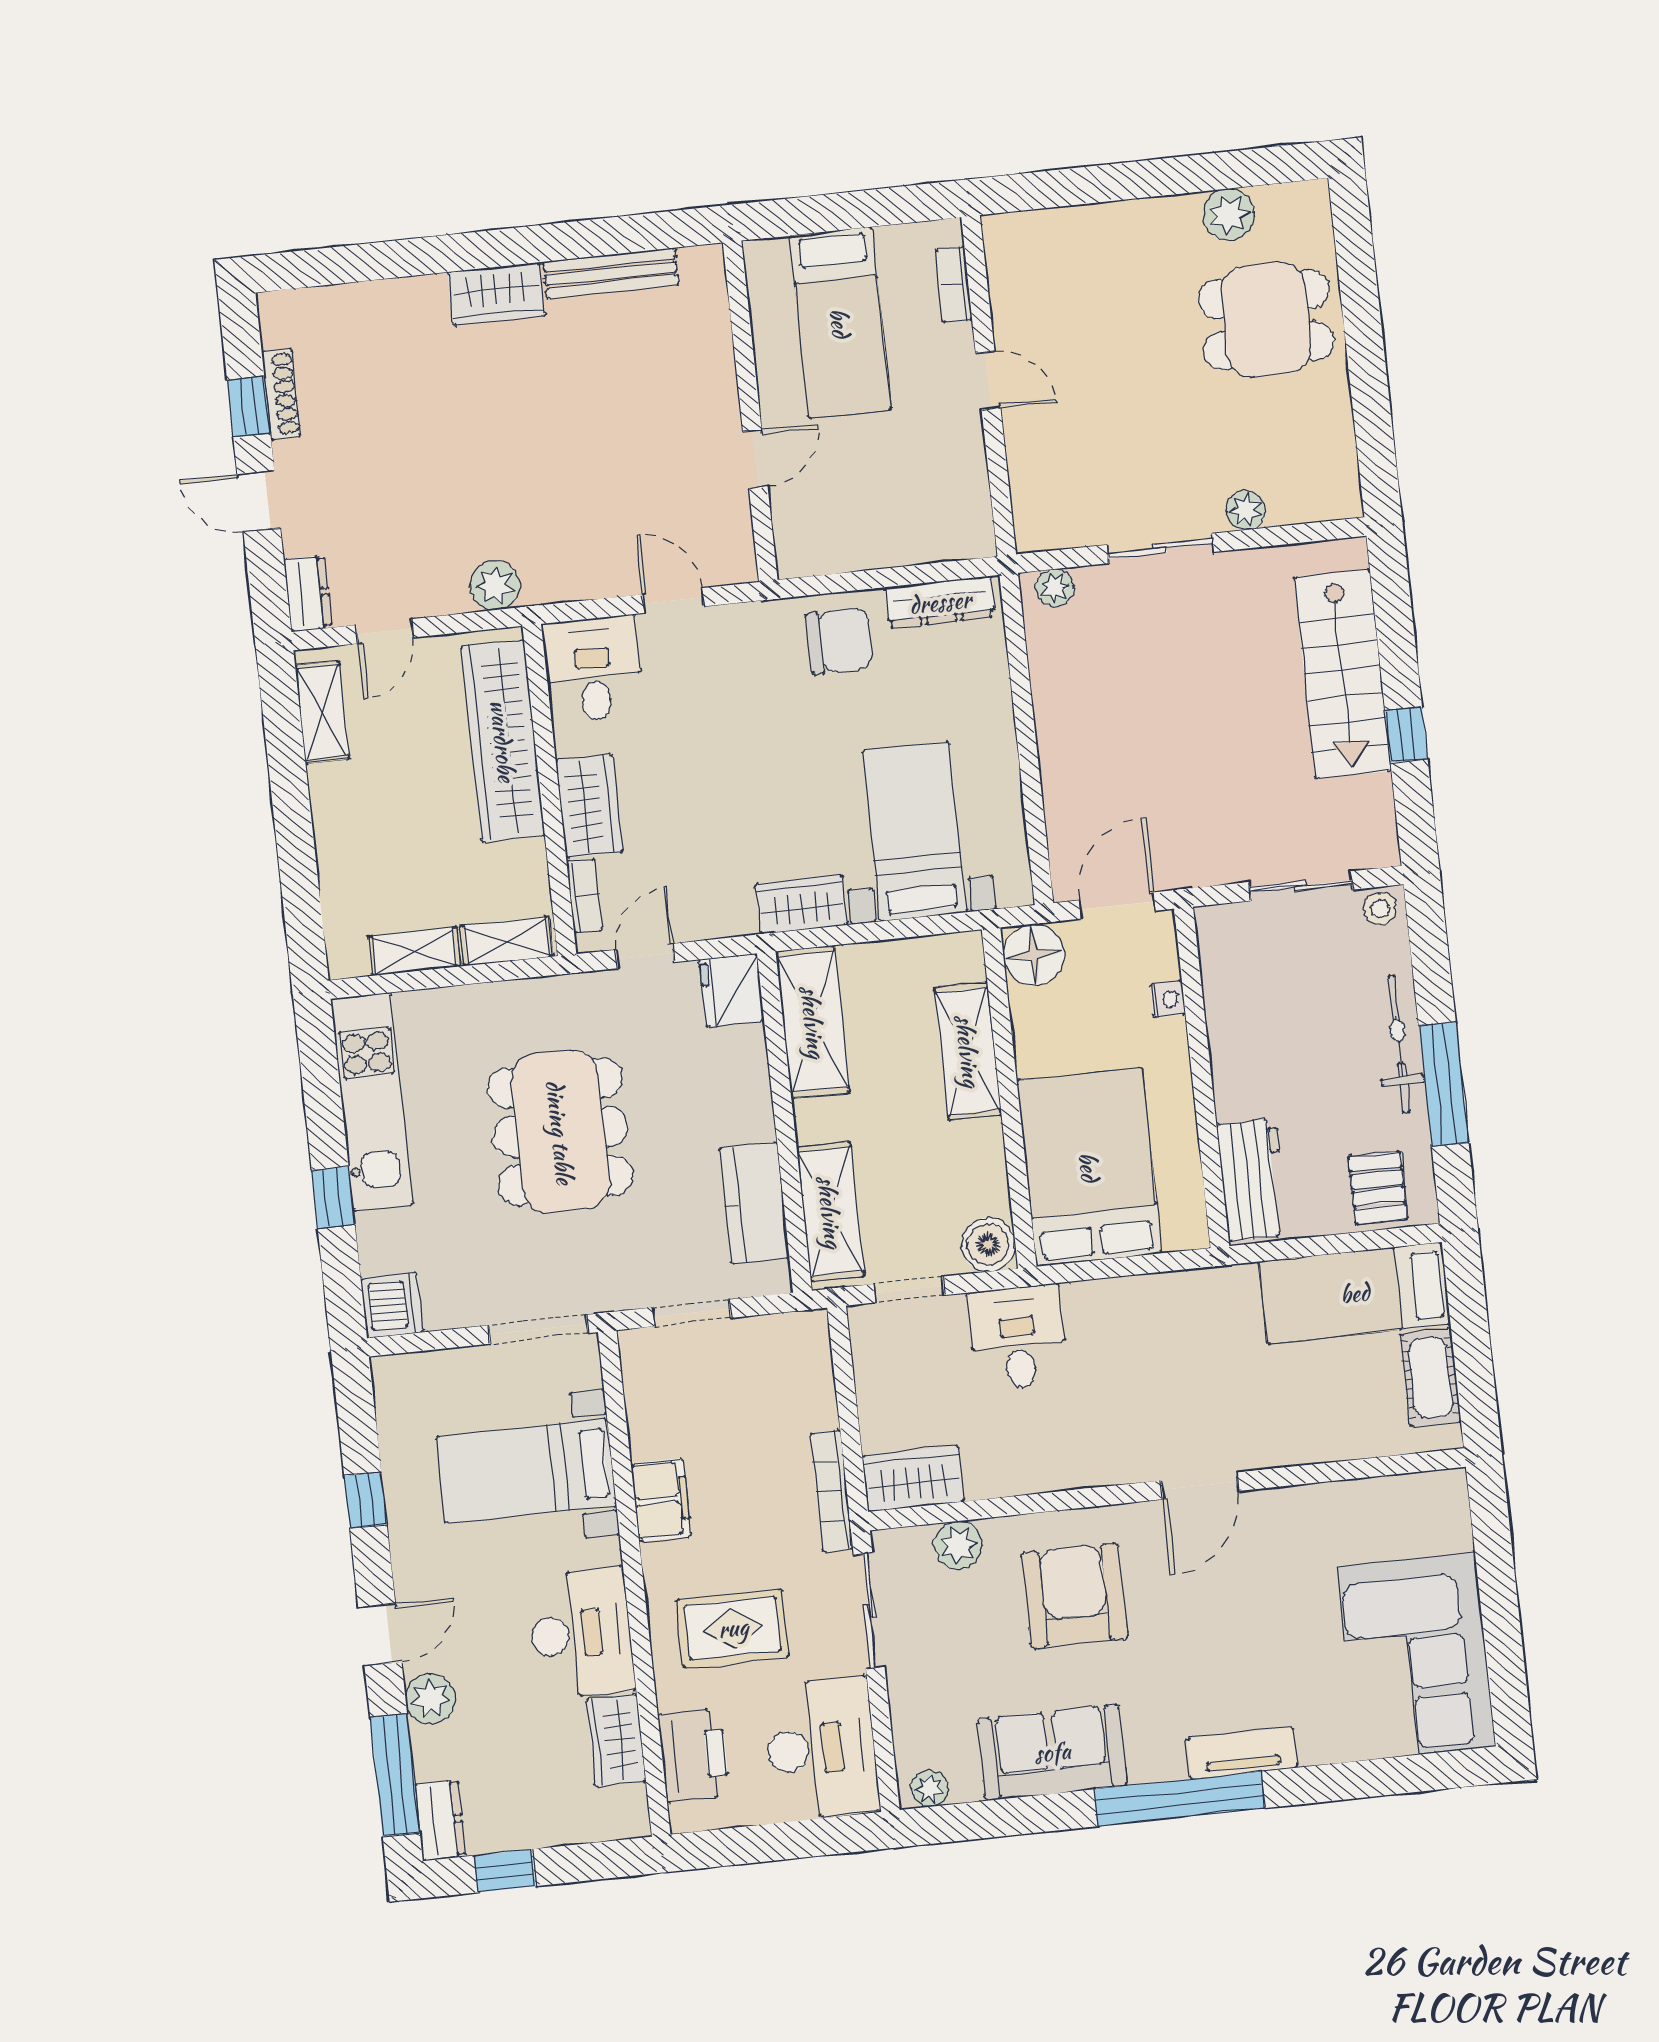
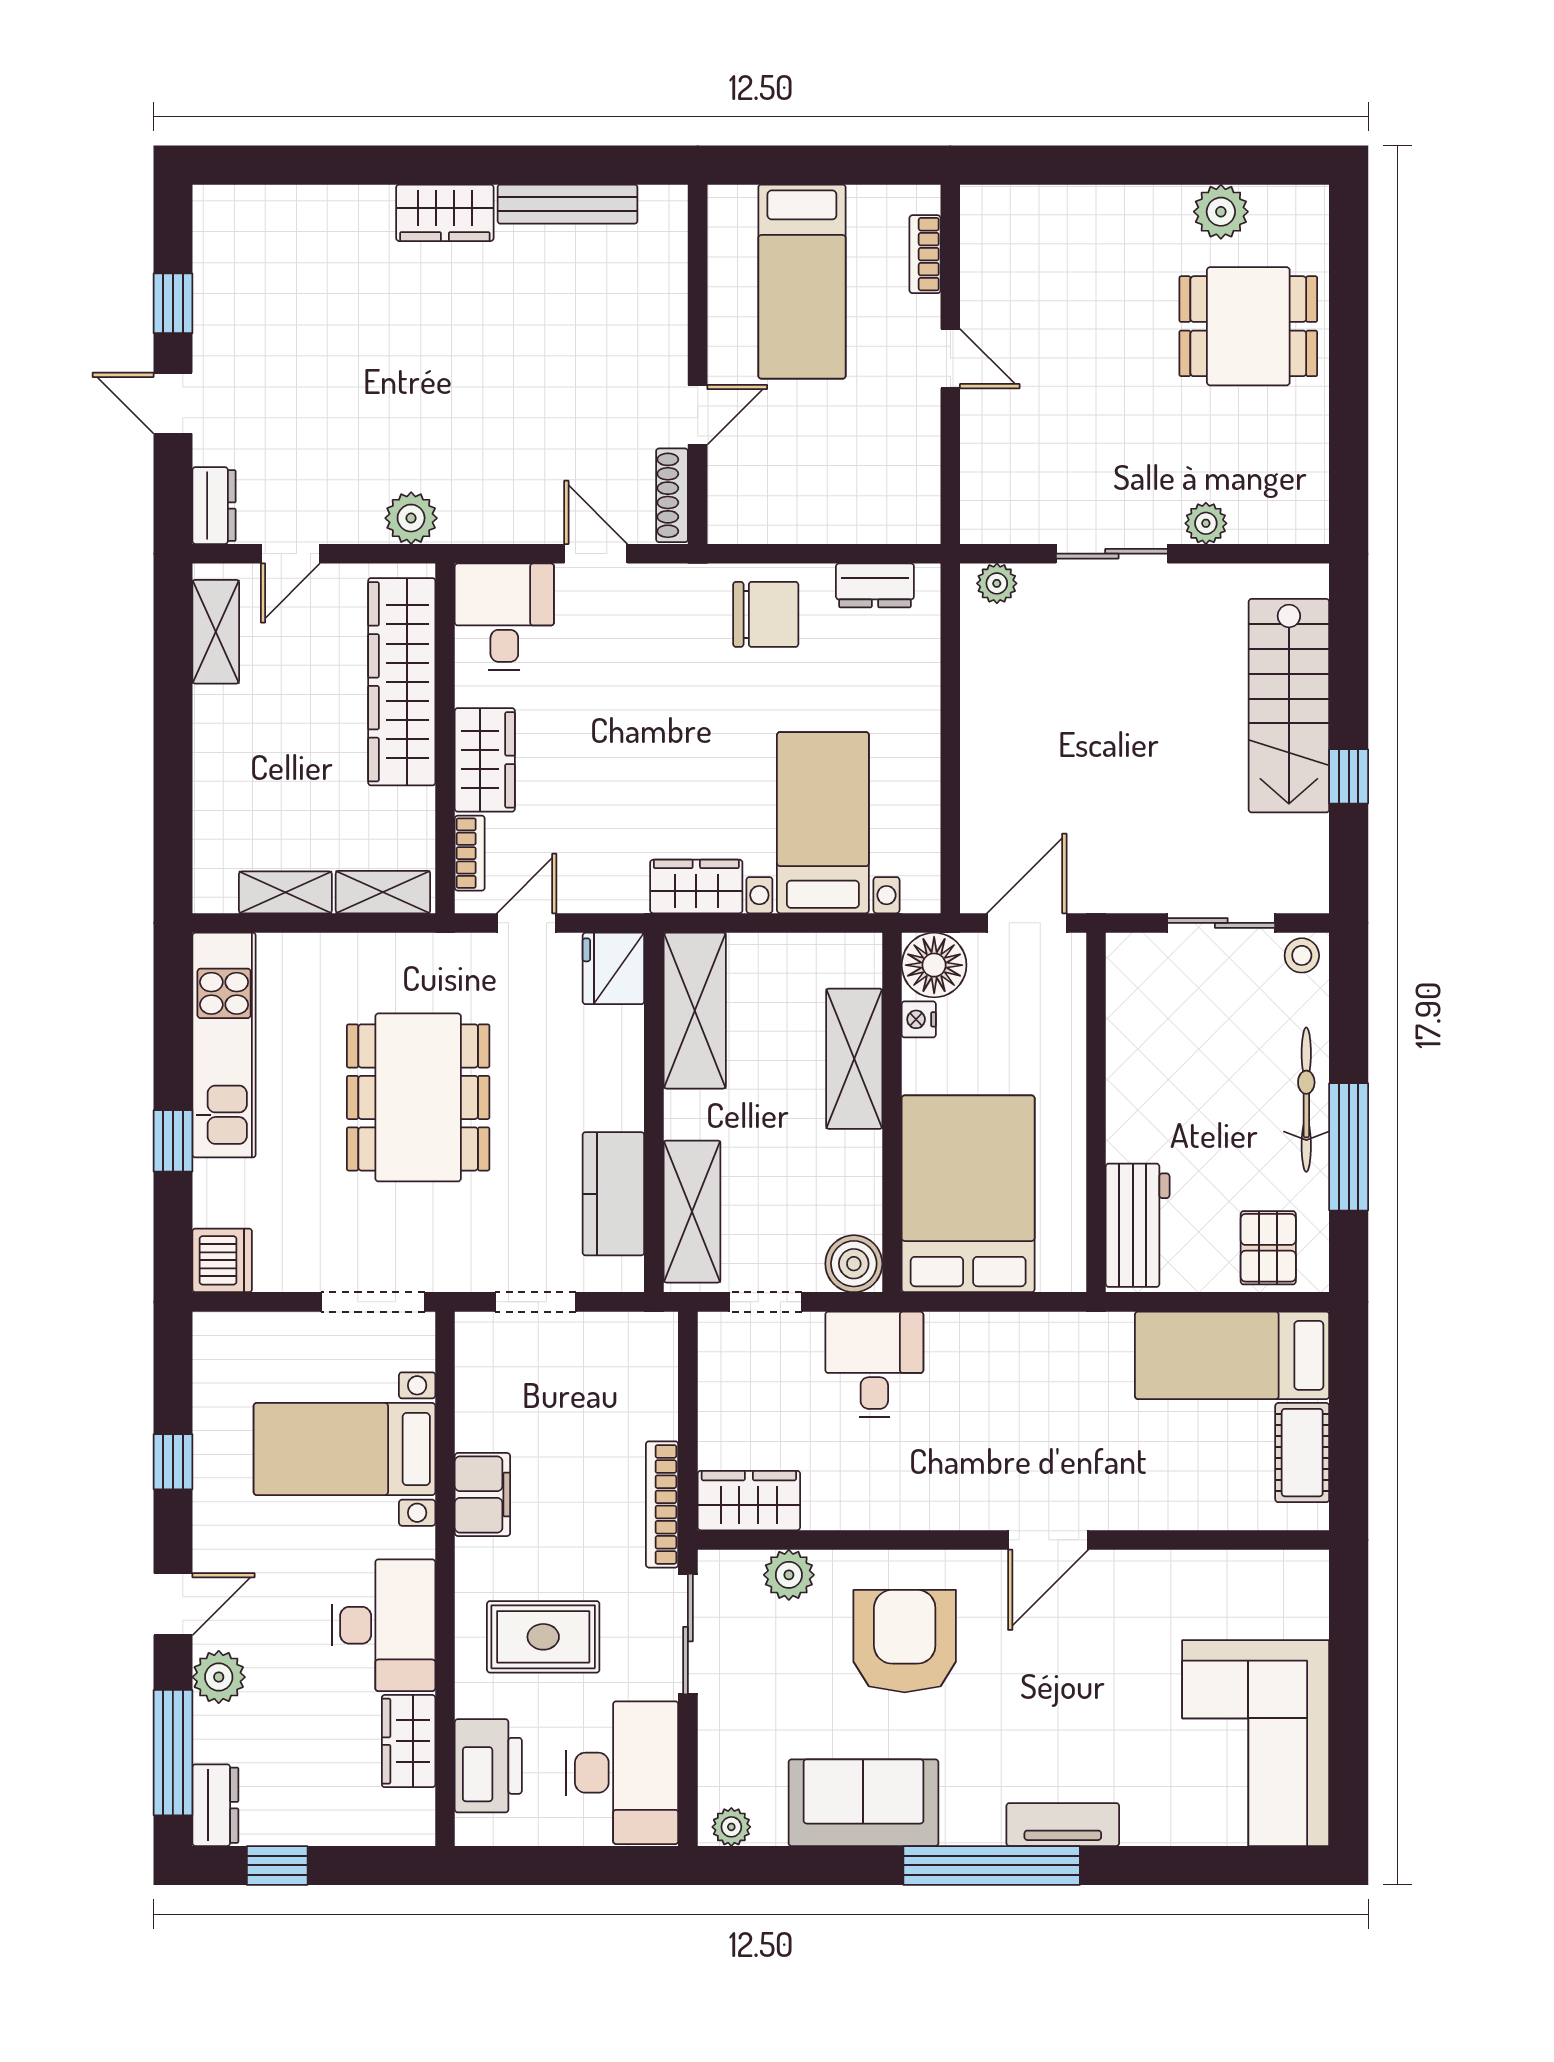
shoe rack: (281, 394) -> (672, 495), moved, turned 180
dresser: (940, 602) -> (875, 585), width x0.70
nightstand: (1168, 999) -> (919, 1019), moved, turned 180

